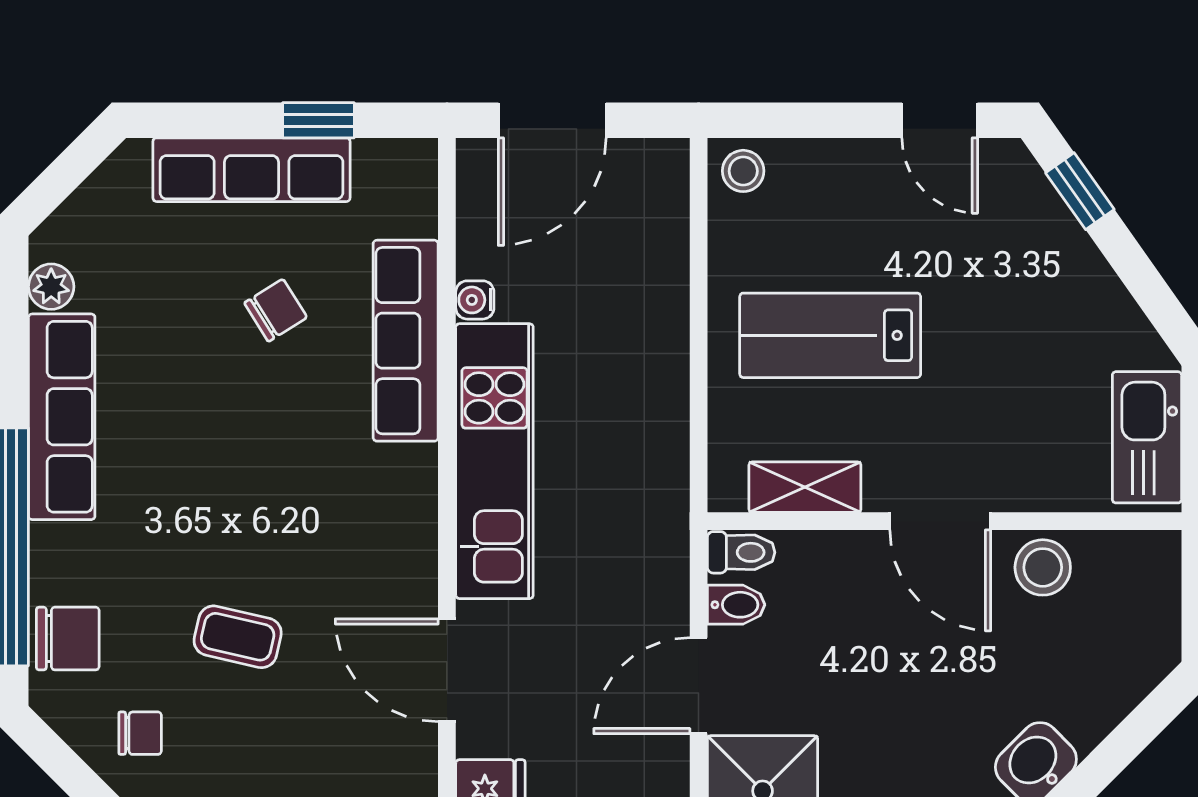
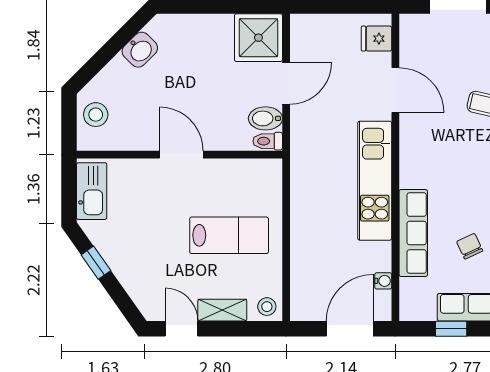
window: (1080, 191) -> (96, 263), moved
water cooler: (475, 300) -> (383, 281), moved
chair: (276, 310) -> (470, 246), turned 97
shelving: (805, 487) -> (222, 310), moved
stool: (1043, 567) -> (96, 115), moved
bidet: (736, 605) -> (265, 118), width x1.38, depth x1.36

